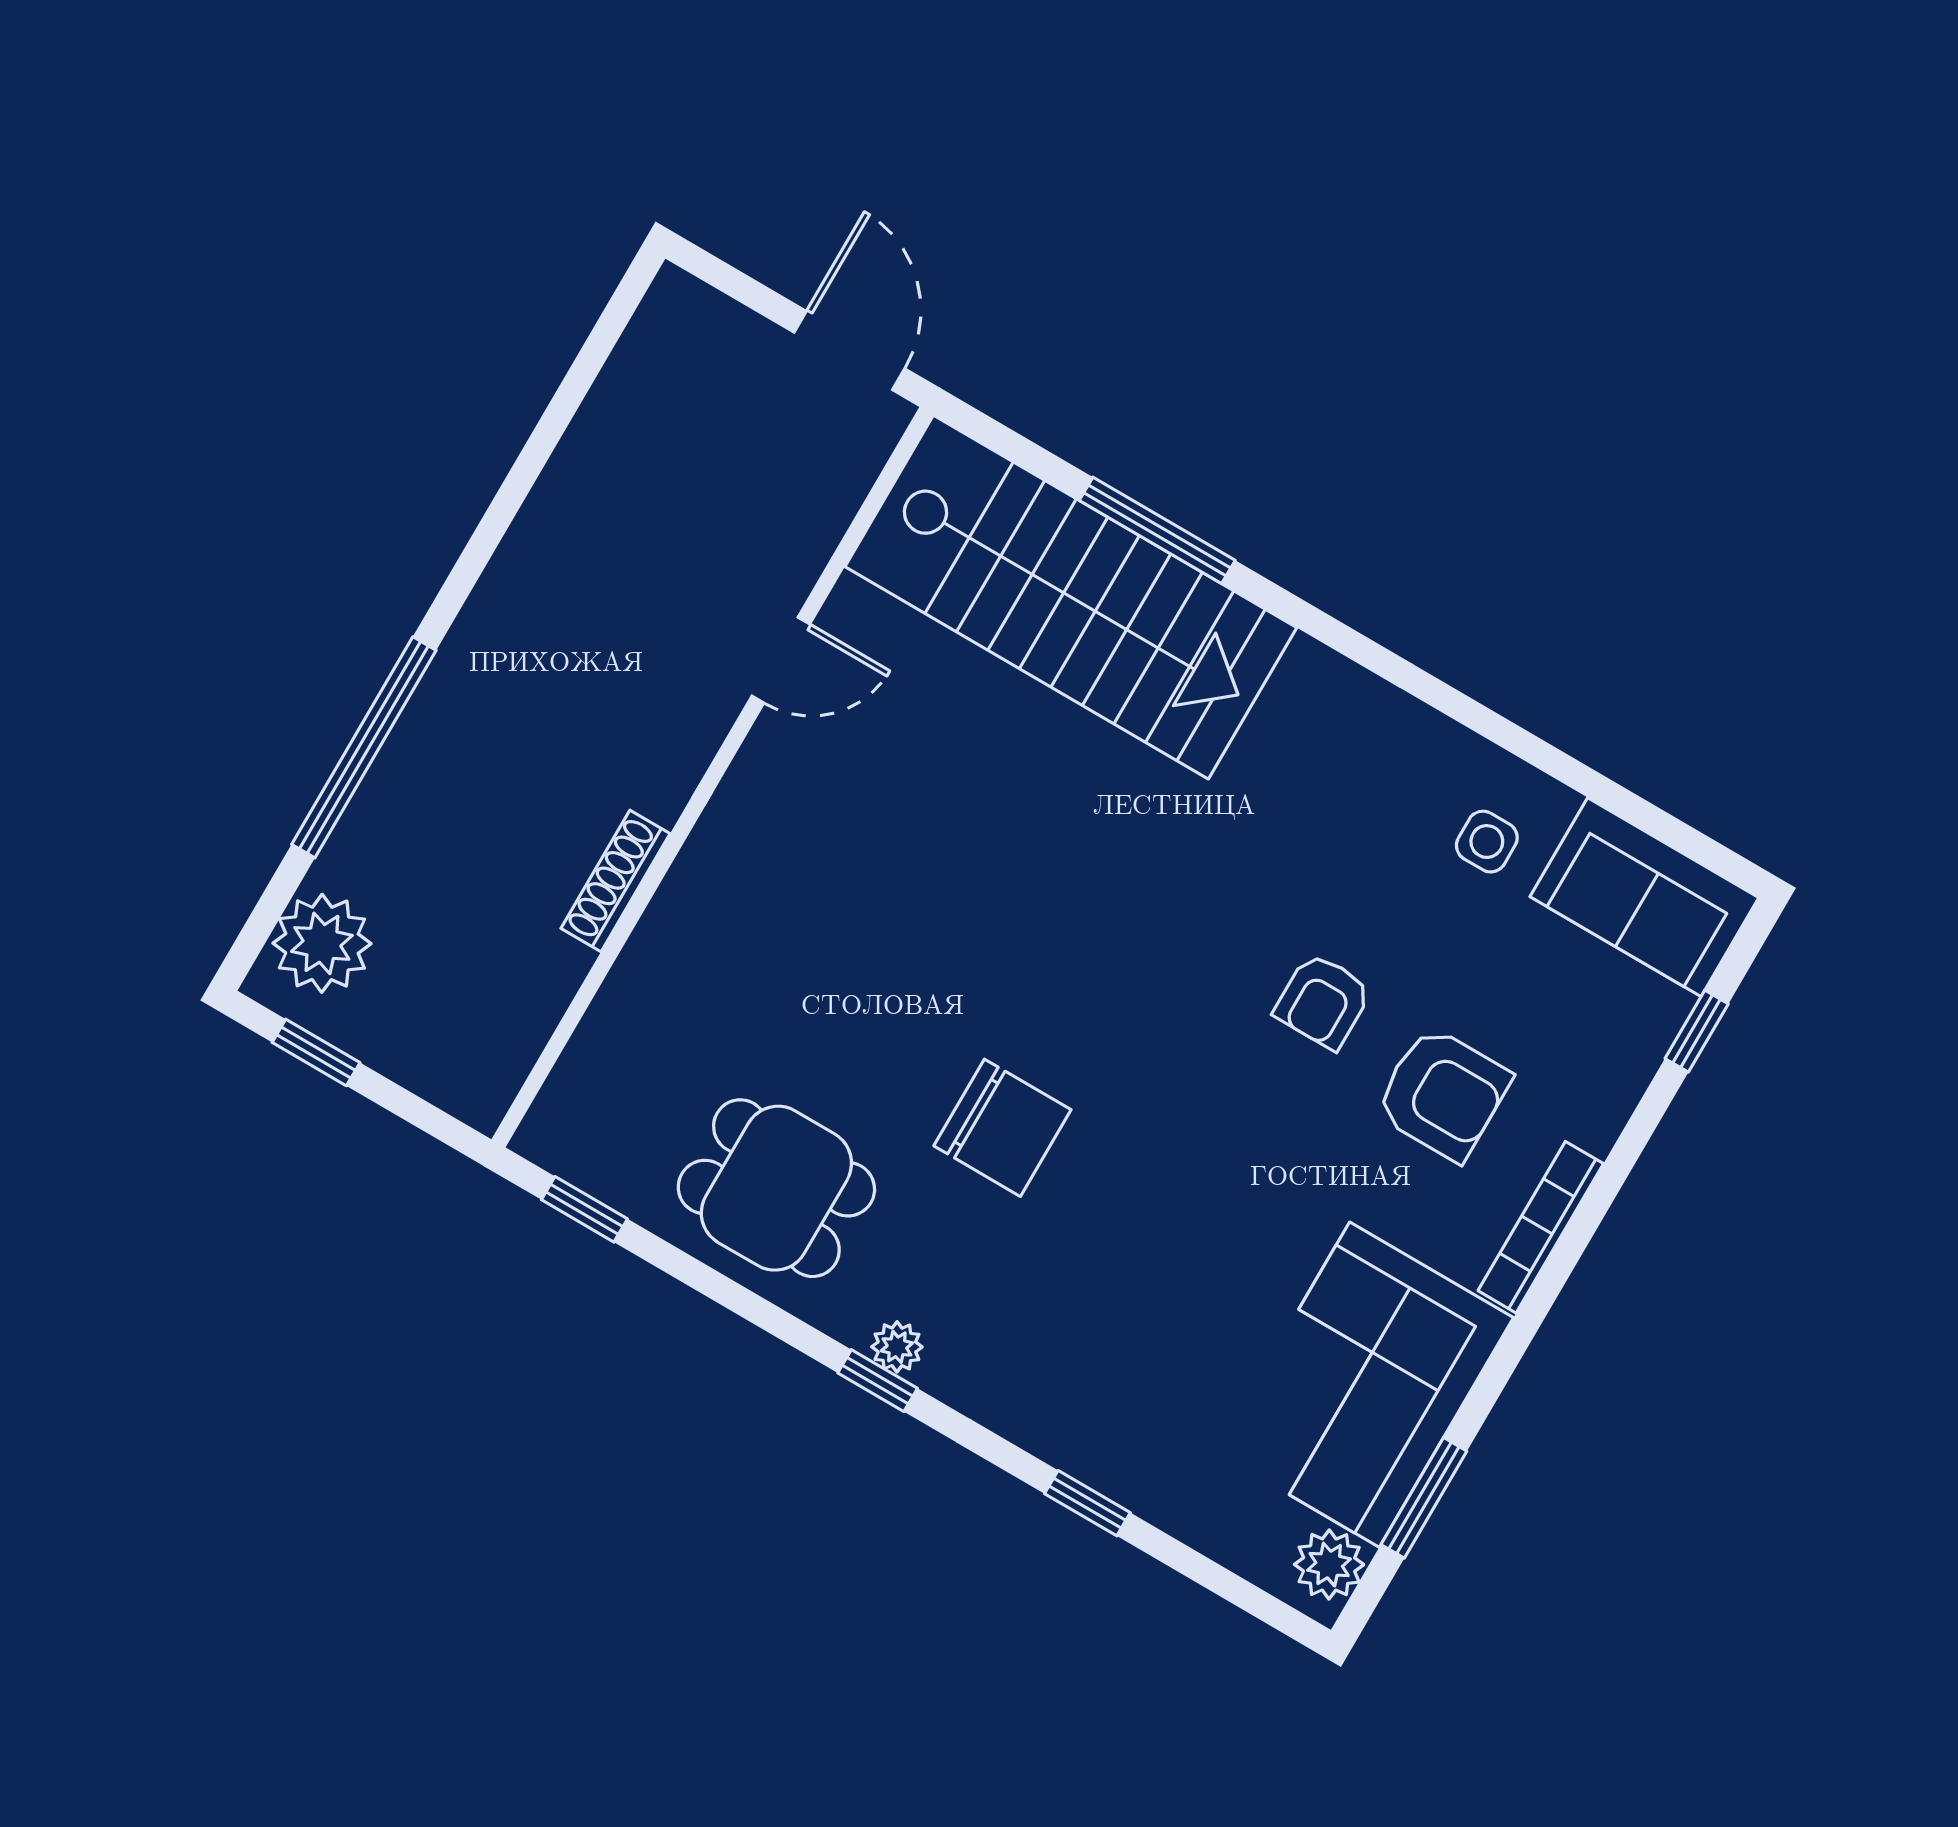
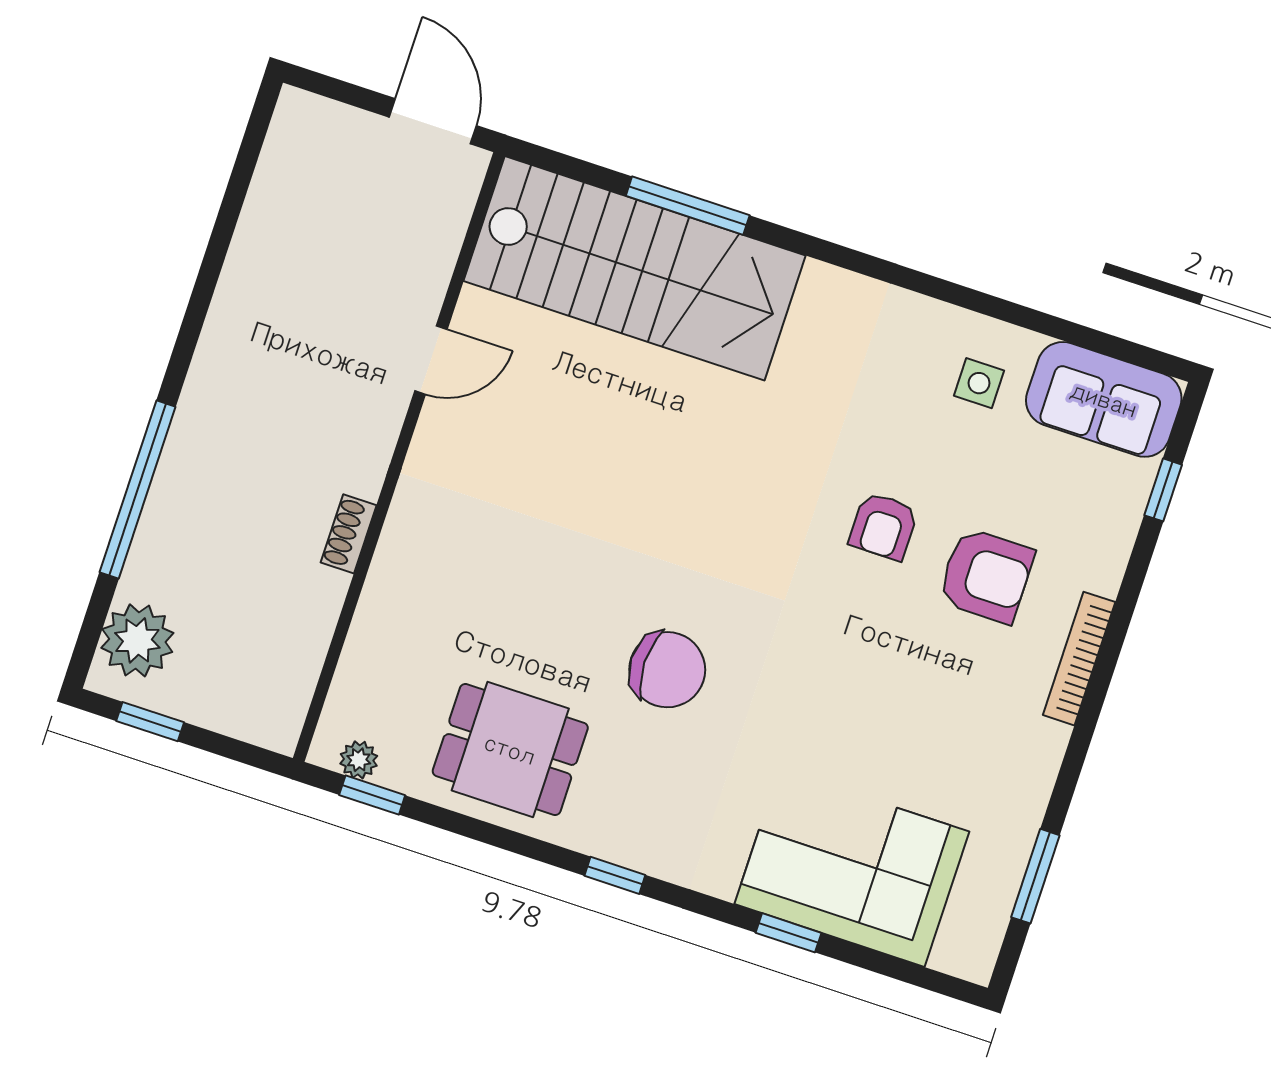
shoe rack: (616, 881) -> (349, 534), width x0.70
plant: (897, 1347) -> (359, 760), moved
corner sofa: (1364, 1385) -> (852, 868), moved, turned 90
plant: (1329, 1565) -> (976, 940), removed

